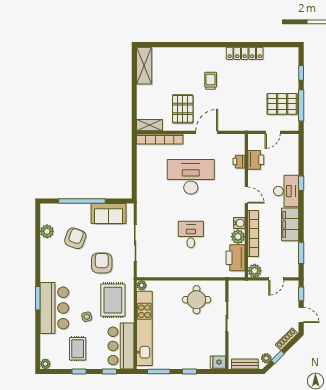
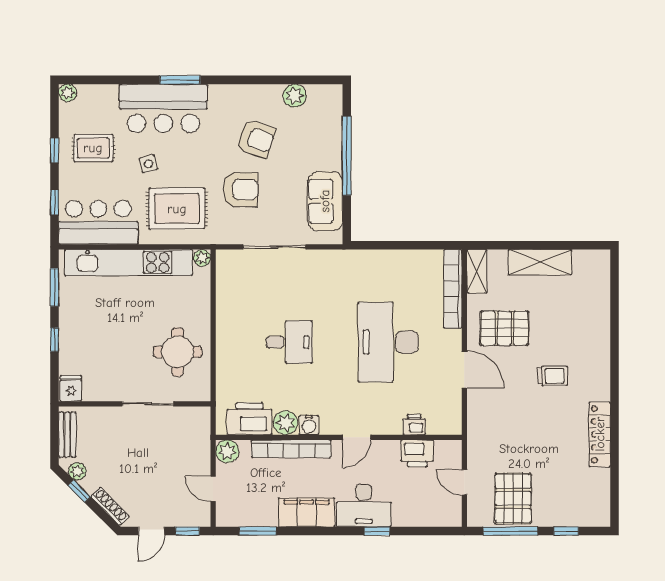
shelving: (144, 66) -> (540, 262), moved
desk: (191, 177) -> (388, 342), turned 180
armchair: (75, 238) -> (256, 139), moved

